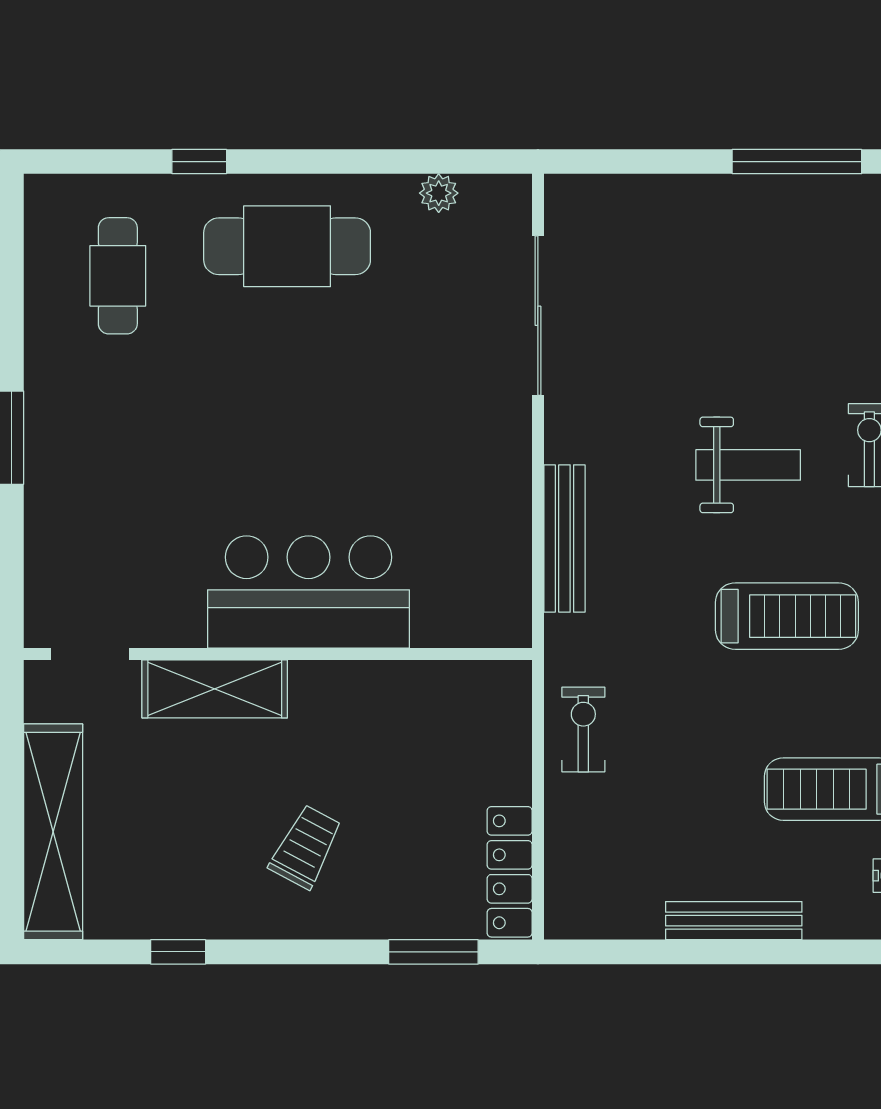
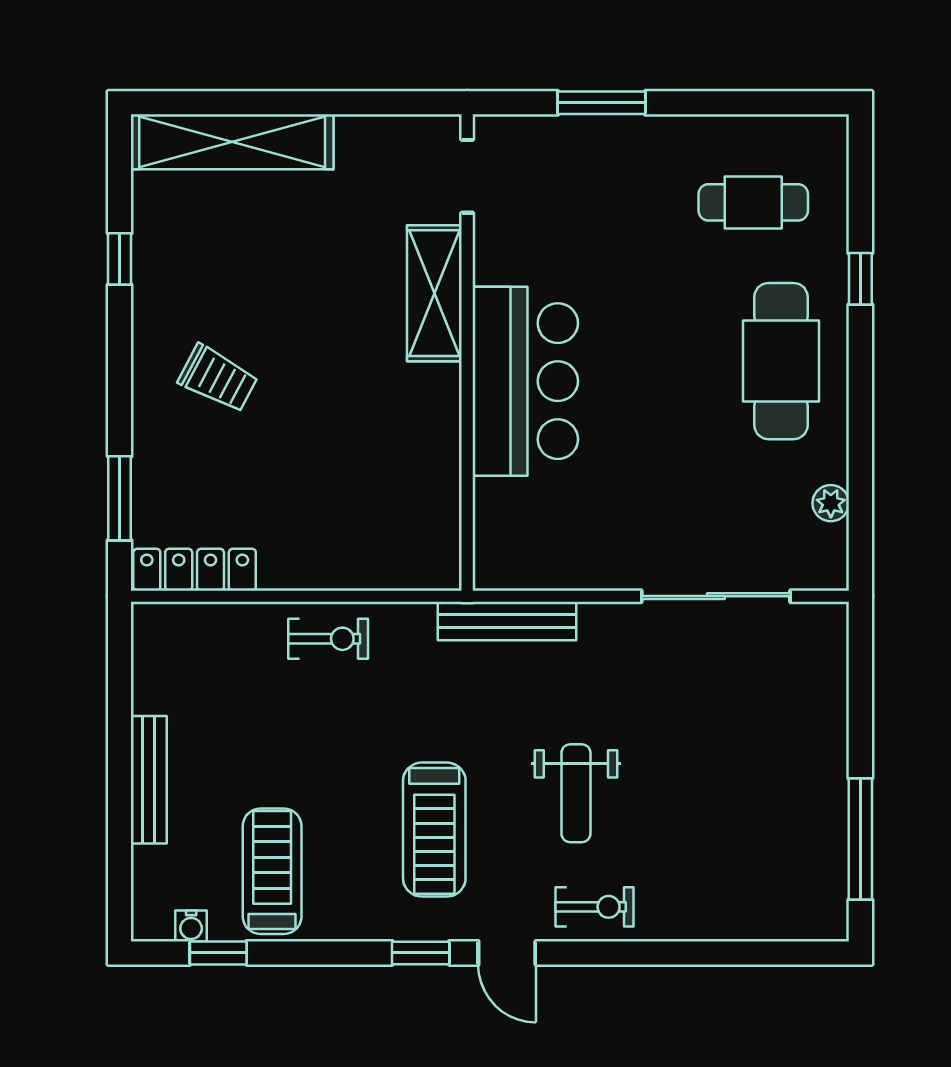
bar counter: (308, 592) -> (525, 381), moved
doorway: (90, 654) -> (467, 176), moved
wall: (278, 654) -> (467, 352), moved
shelving: (215, 689) -> (434, 293), moved

